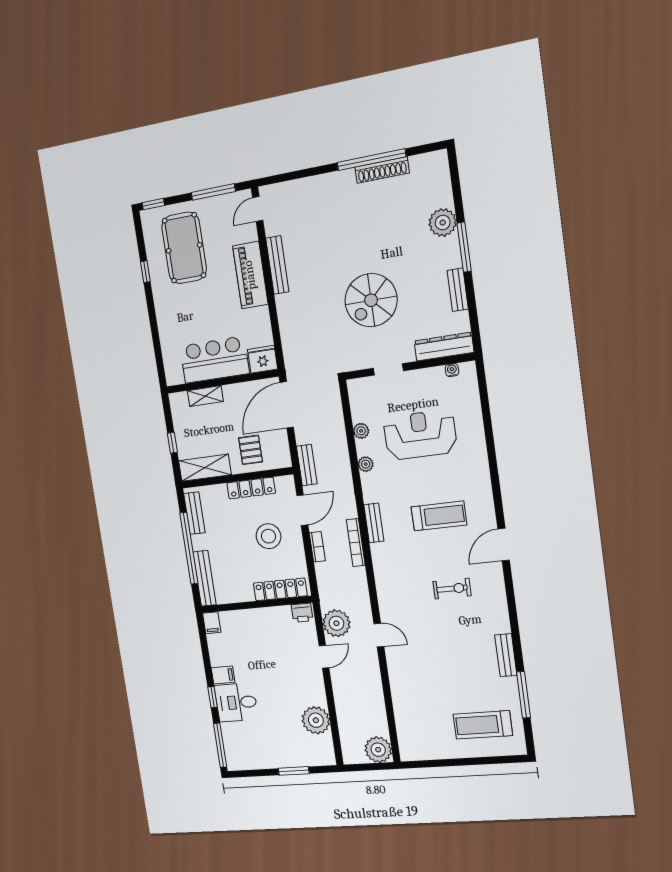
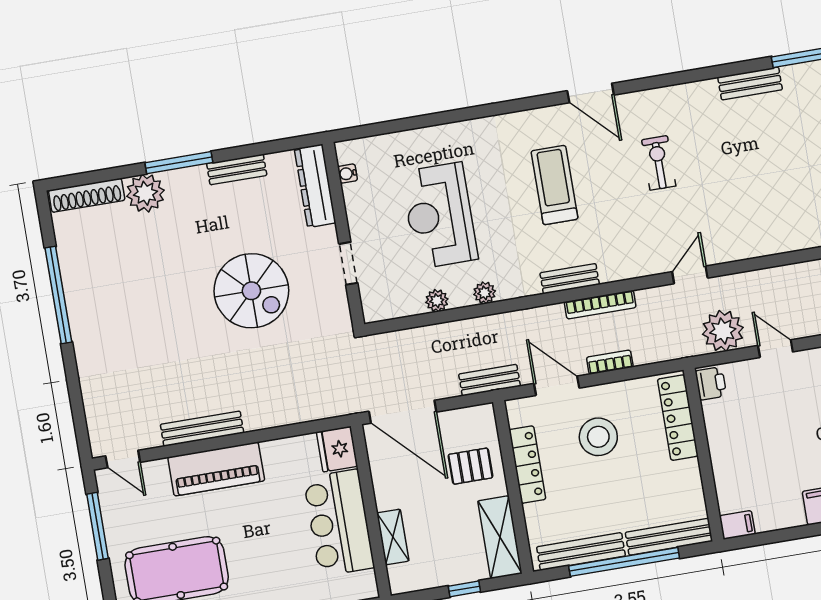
shoe rack: (382, 170) -> (87, 195), moved, turned 90
bench: (194, 513) -> (581, 551), width x1.36
door: (379, 635) -> (690, 275), moved

